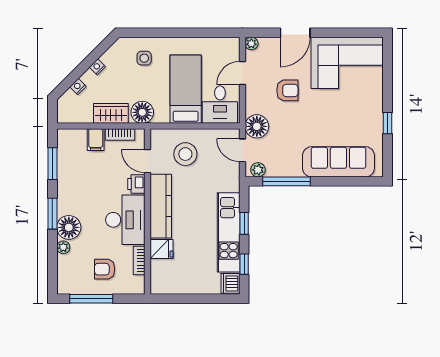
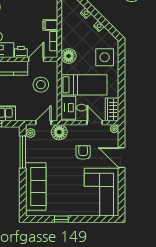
side table: (144, 58) -> (105, 57), width x1.87, depth x1.87
armchair: (287, 90) -> (83, 153), turned 180
wardrobe: (111, 113) -> (112, 109), moved, turned 180

